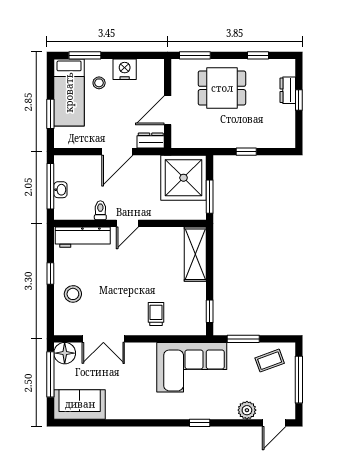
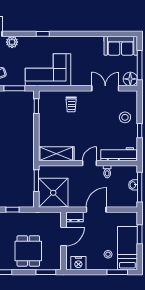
nightstand: (125, 69) -> (78, 263), moved
dining table: (222, 88) -> (28, 251), turned 90
shelving: (195, 254) -> (56, 154), moved, turned 90

